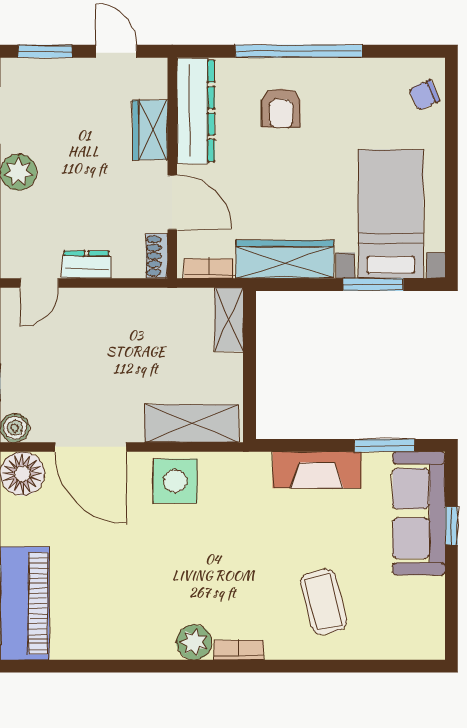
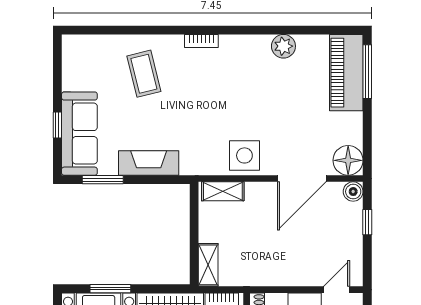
shelving: (192, 424) -> (223, 191), width x0.67, depth x0.75
door: (91, 447) -> (302, 179), swing flipped
plant: (194, 642) -> (283, 46), moved

